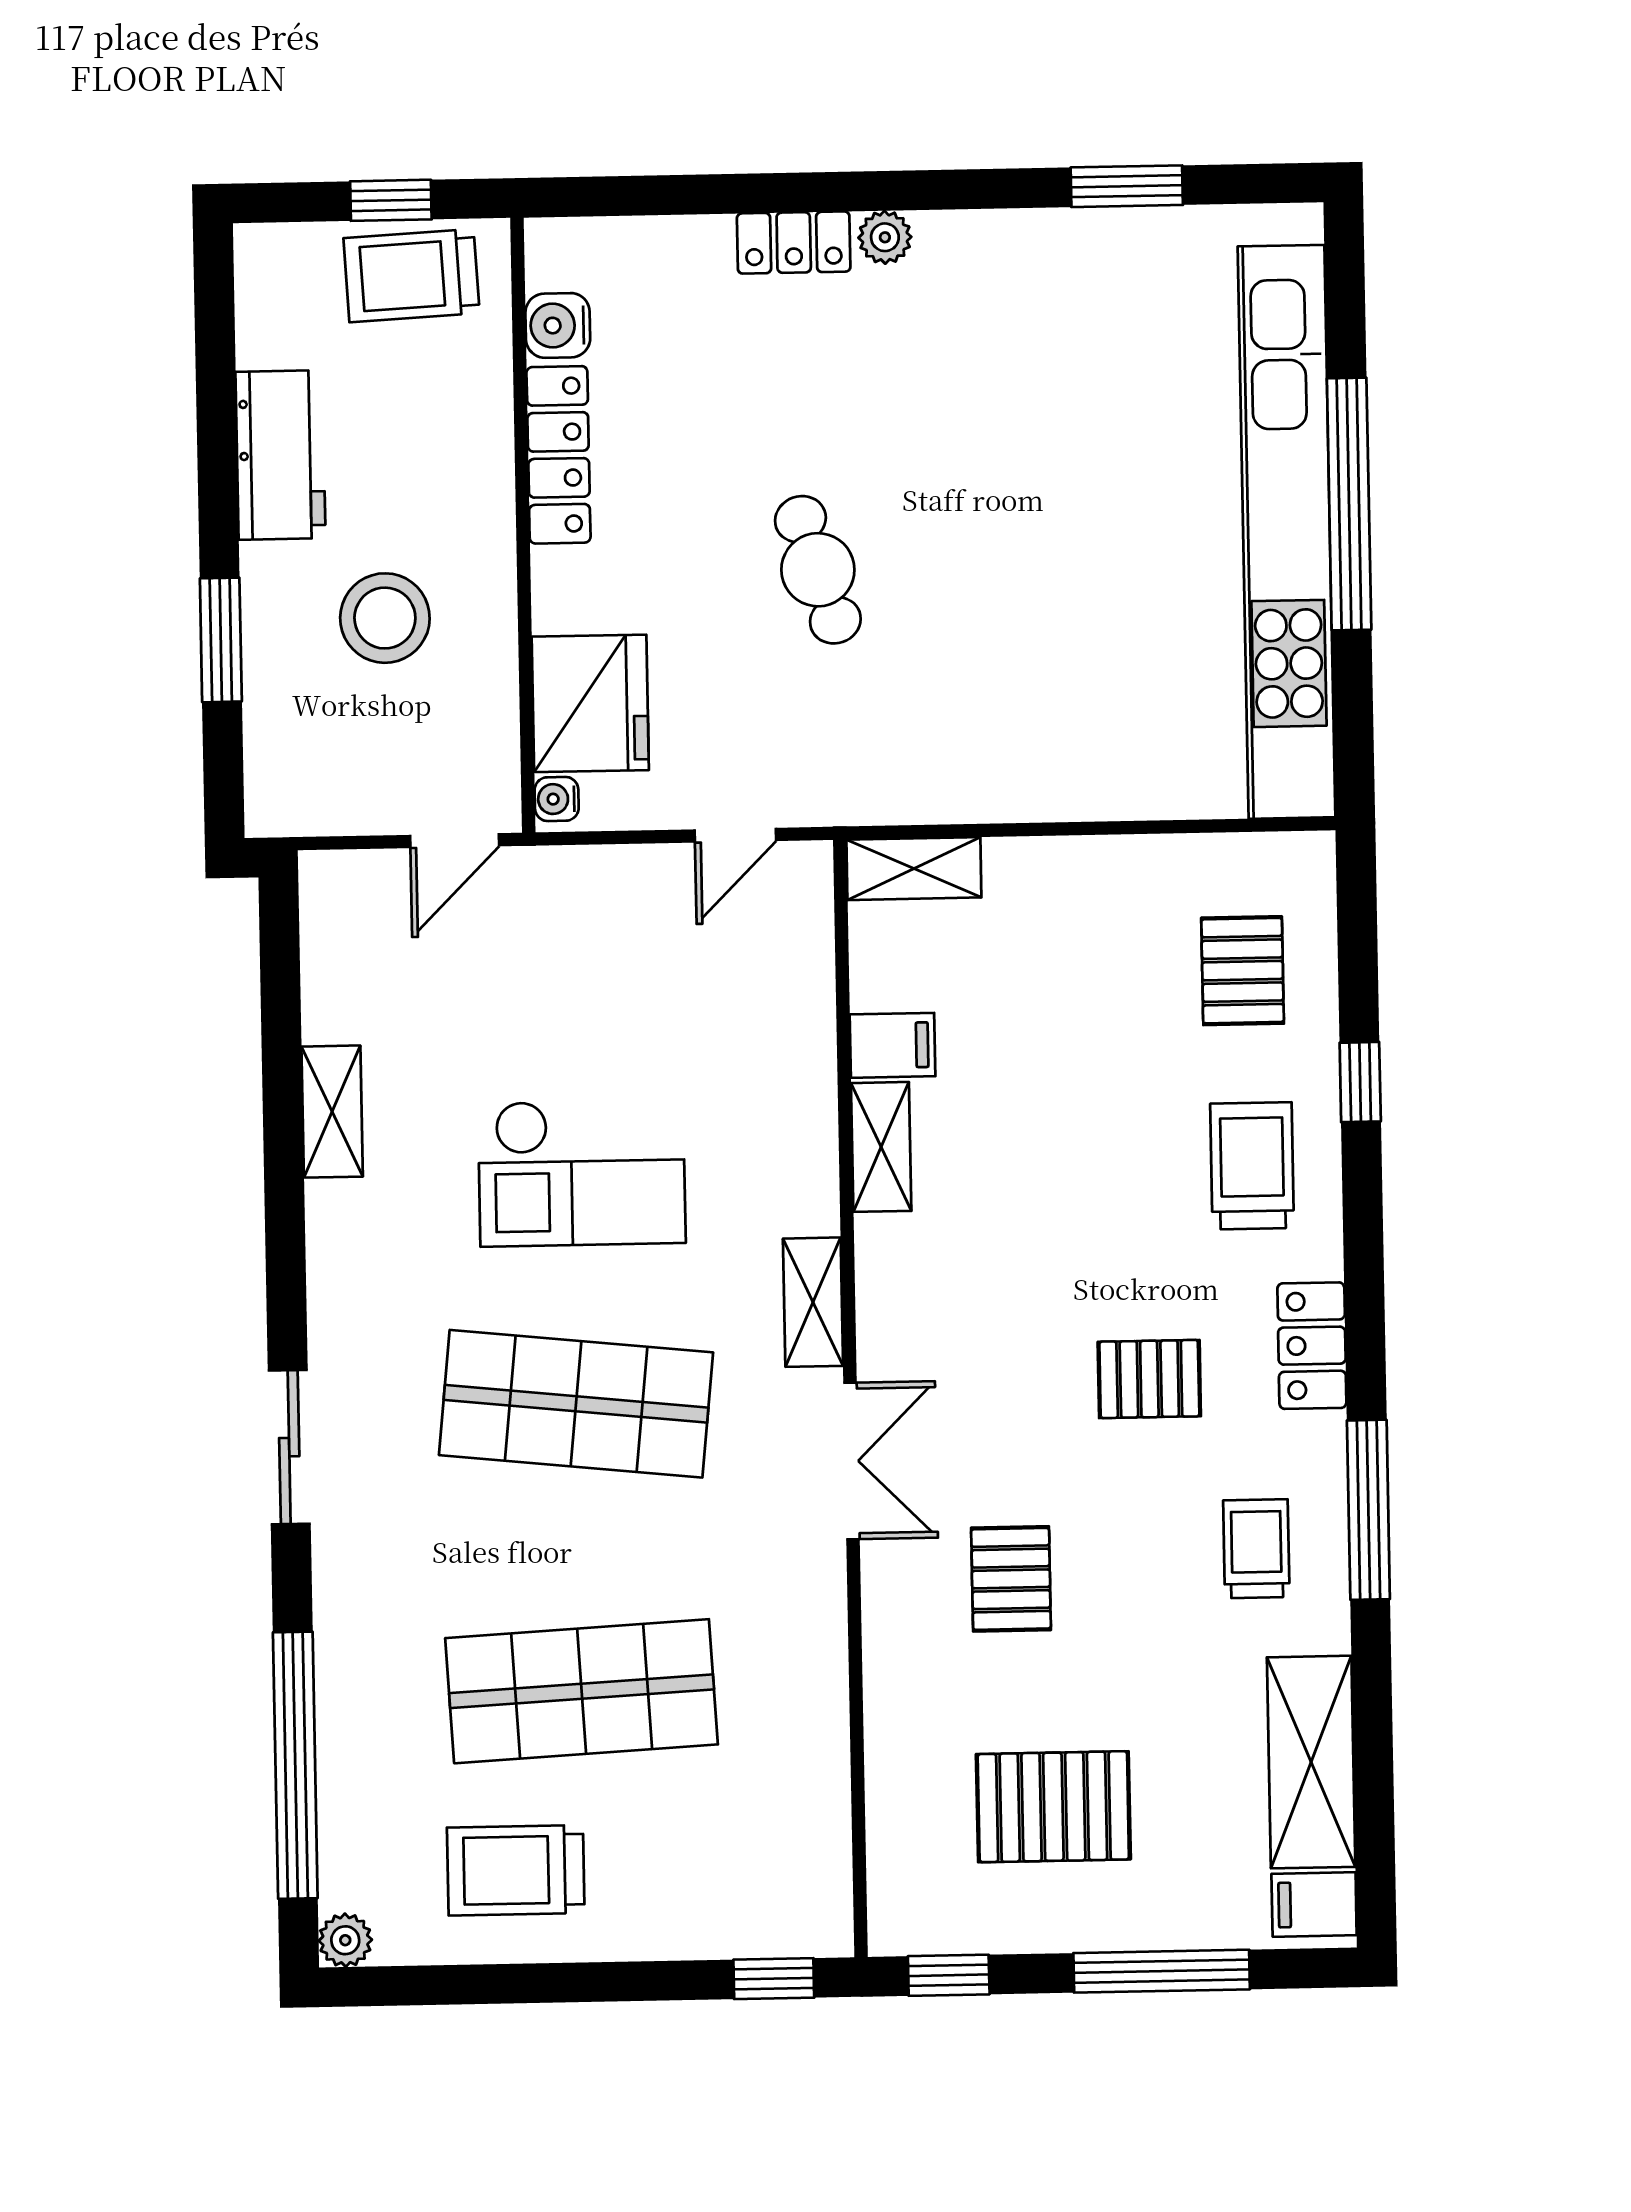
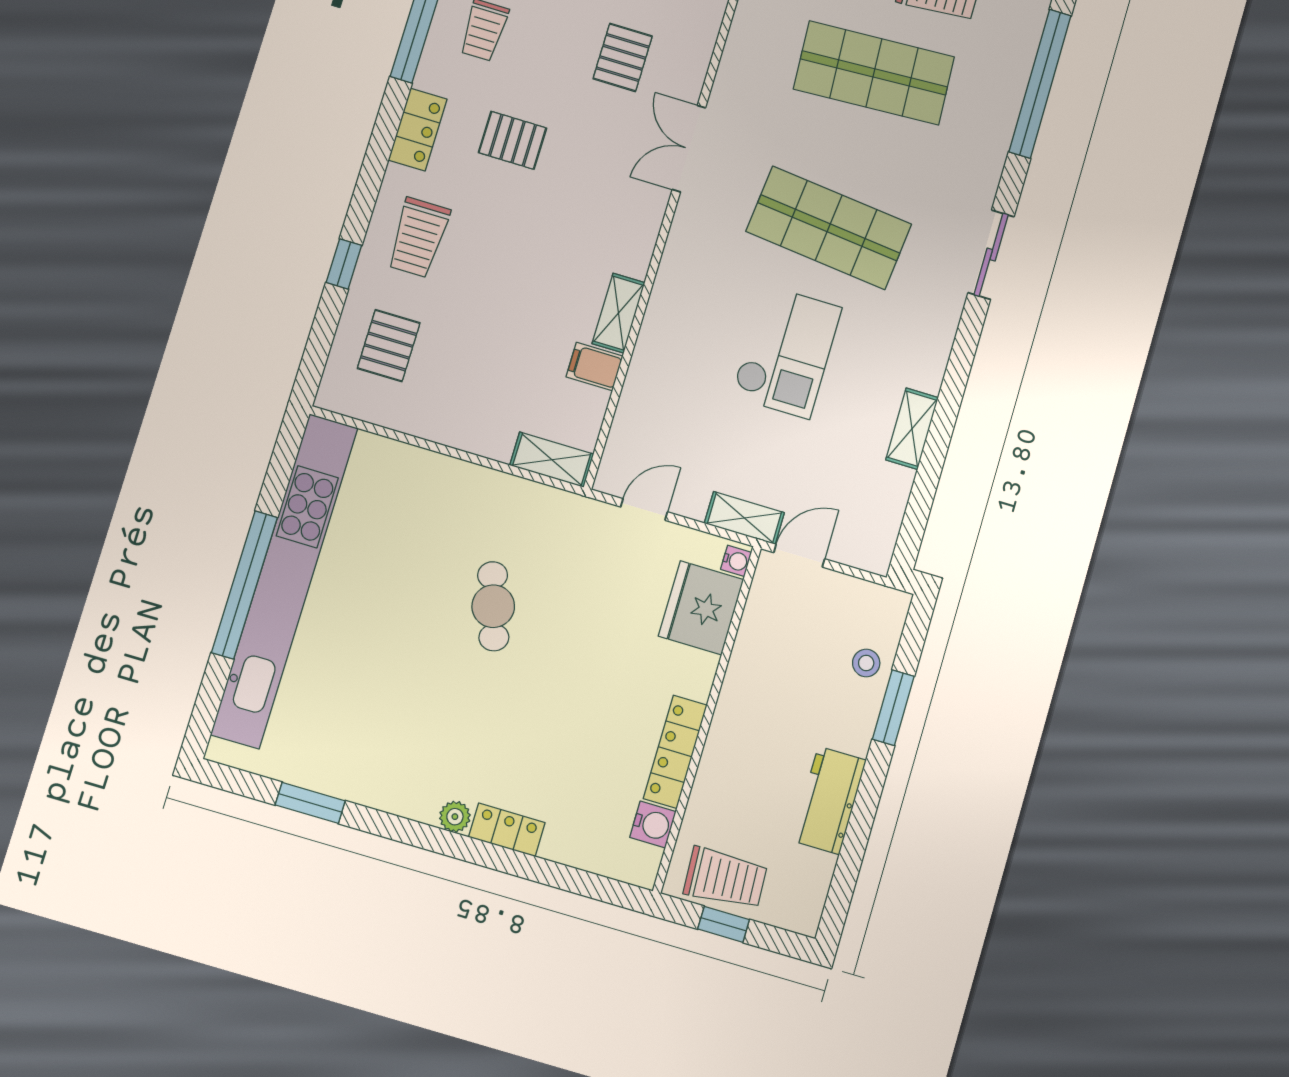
cafe table: (818, 570) -> (493, 606), moved
stool: (385, 618) -> (866, 663), moved, width x0.53, depth x0.53
checkout: (582, 1173) -> (786, 352), turned 90
shelving: (813, 1302) -> (744, 518), moved, turned 90

